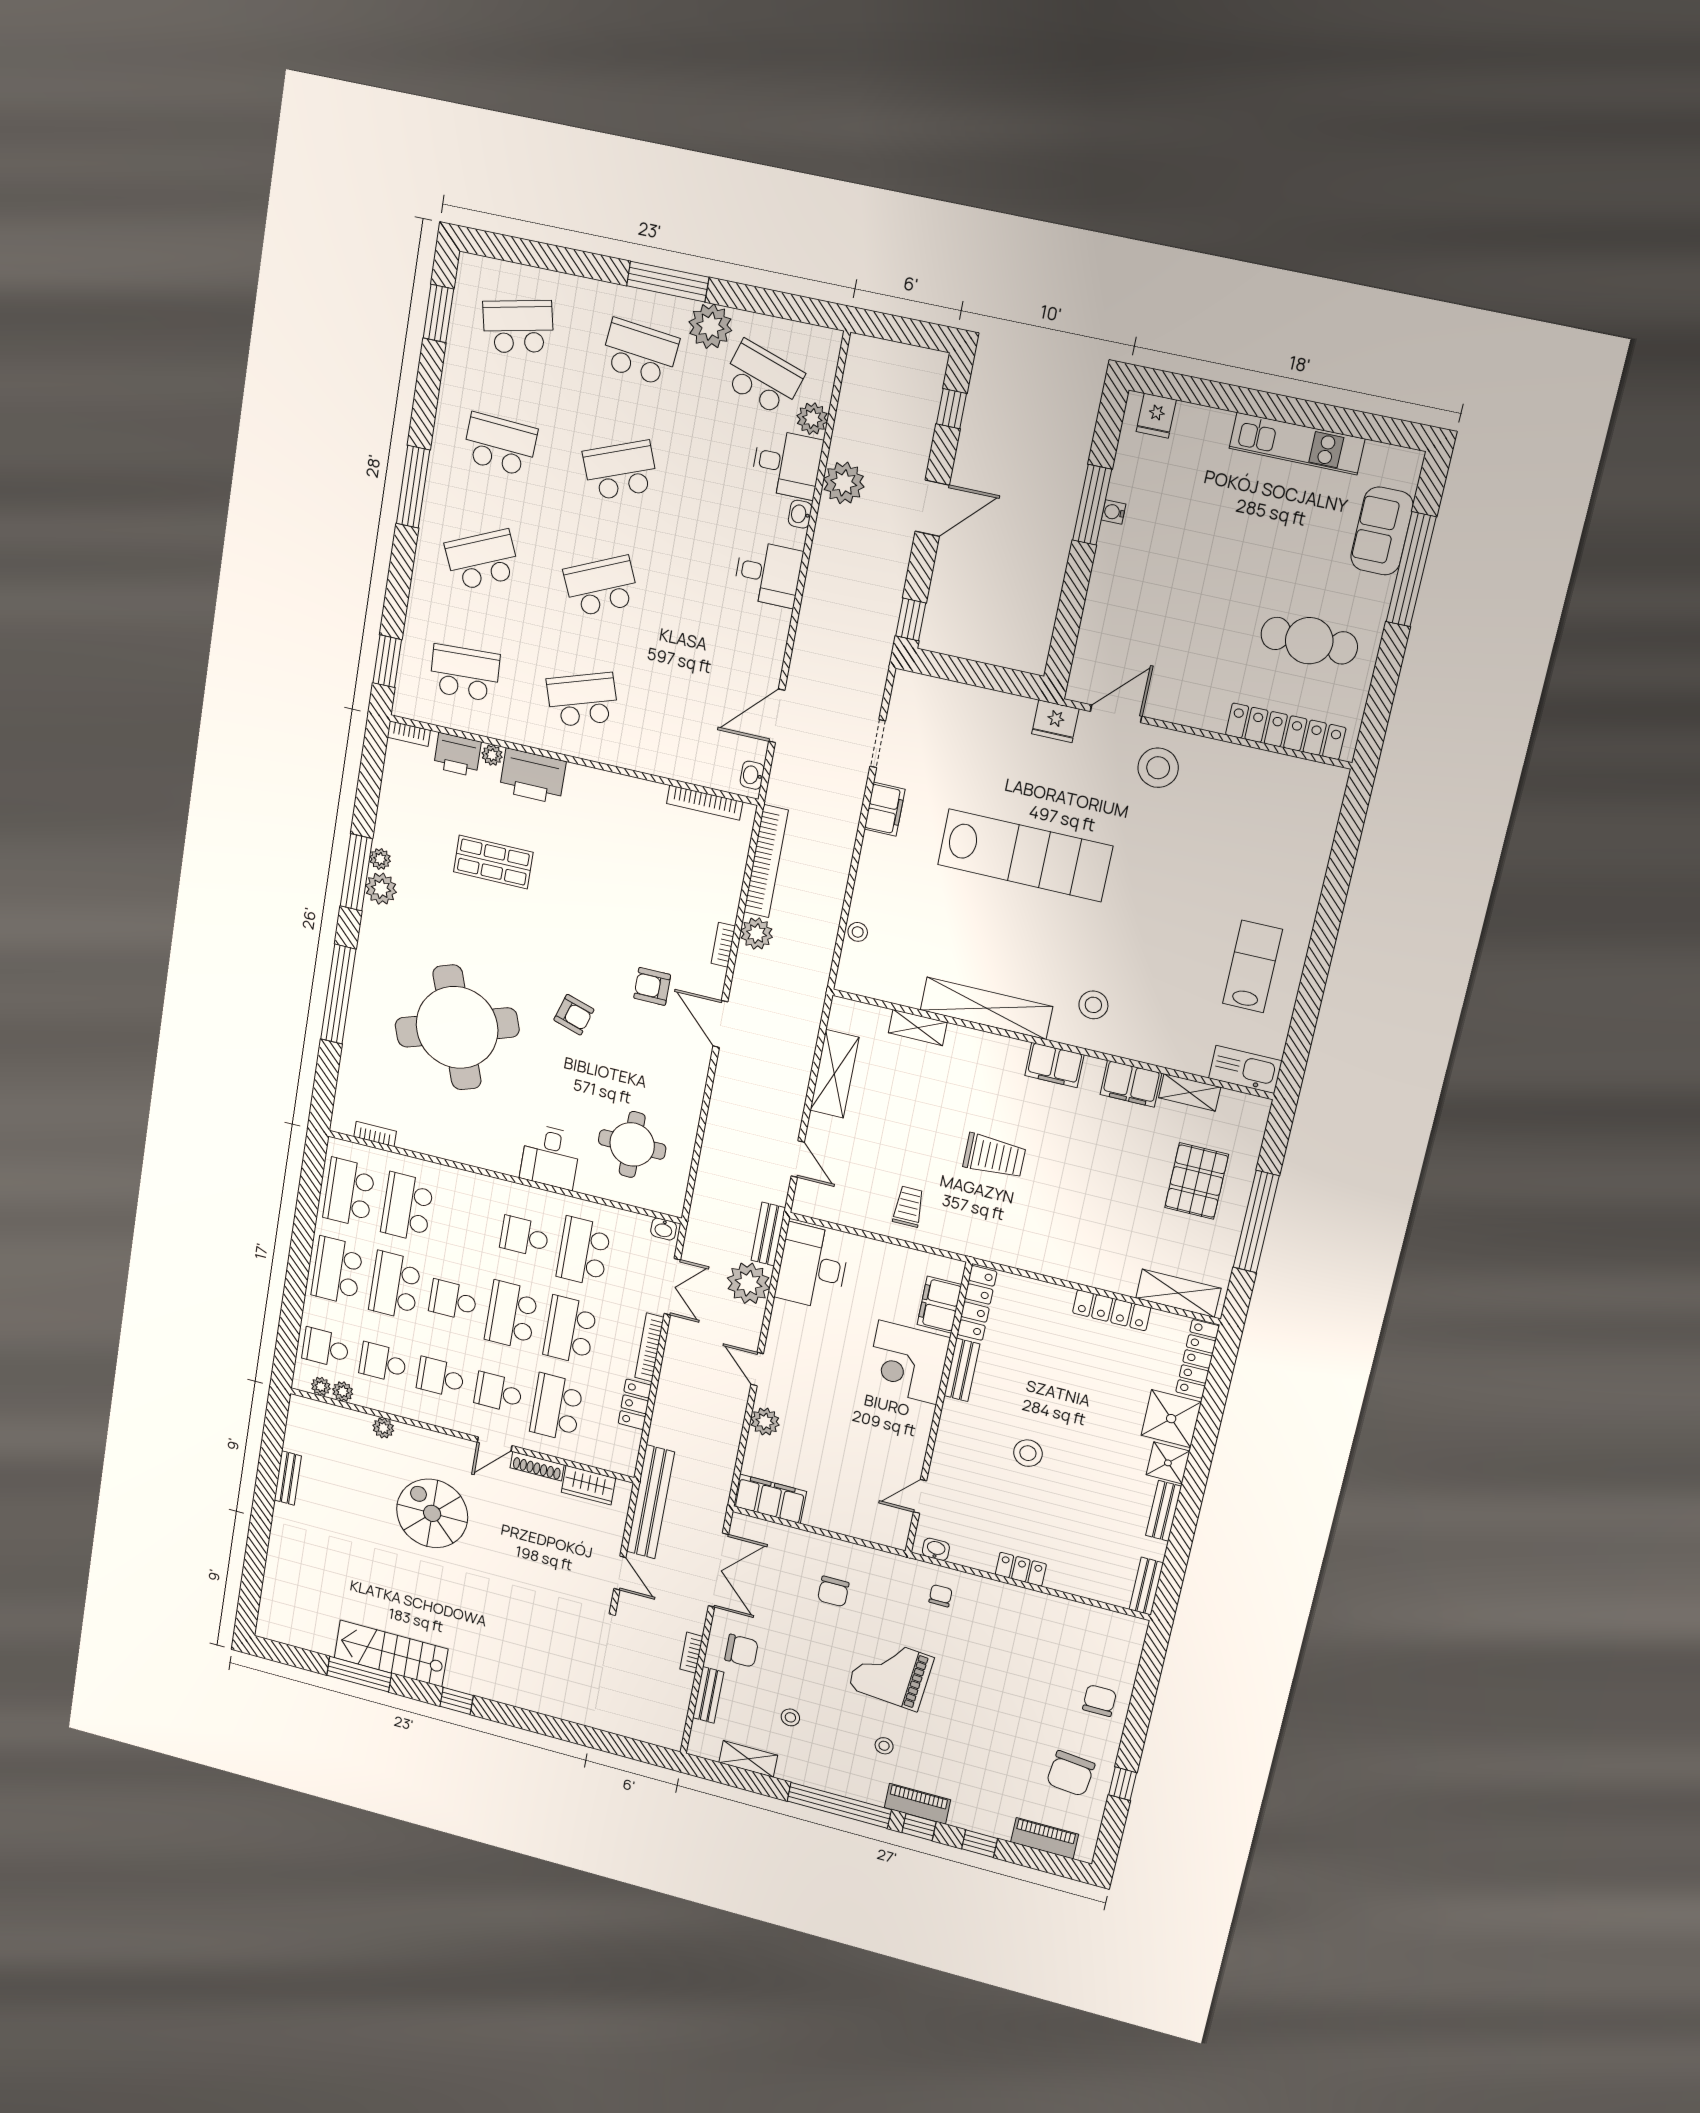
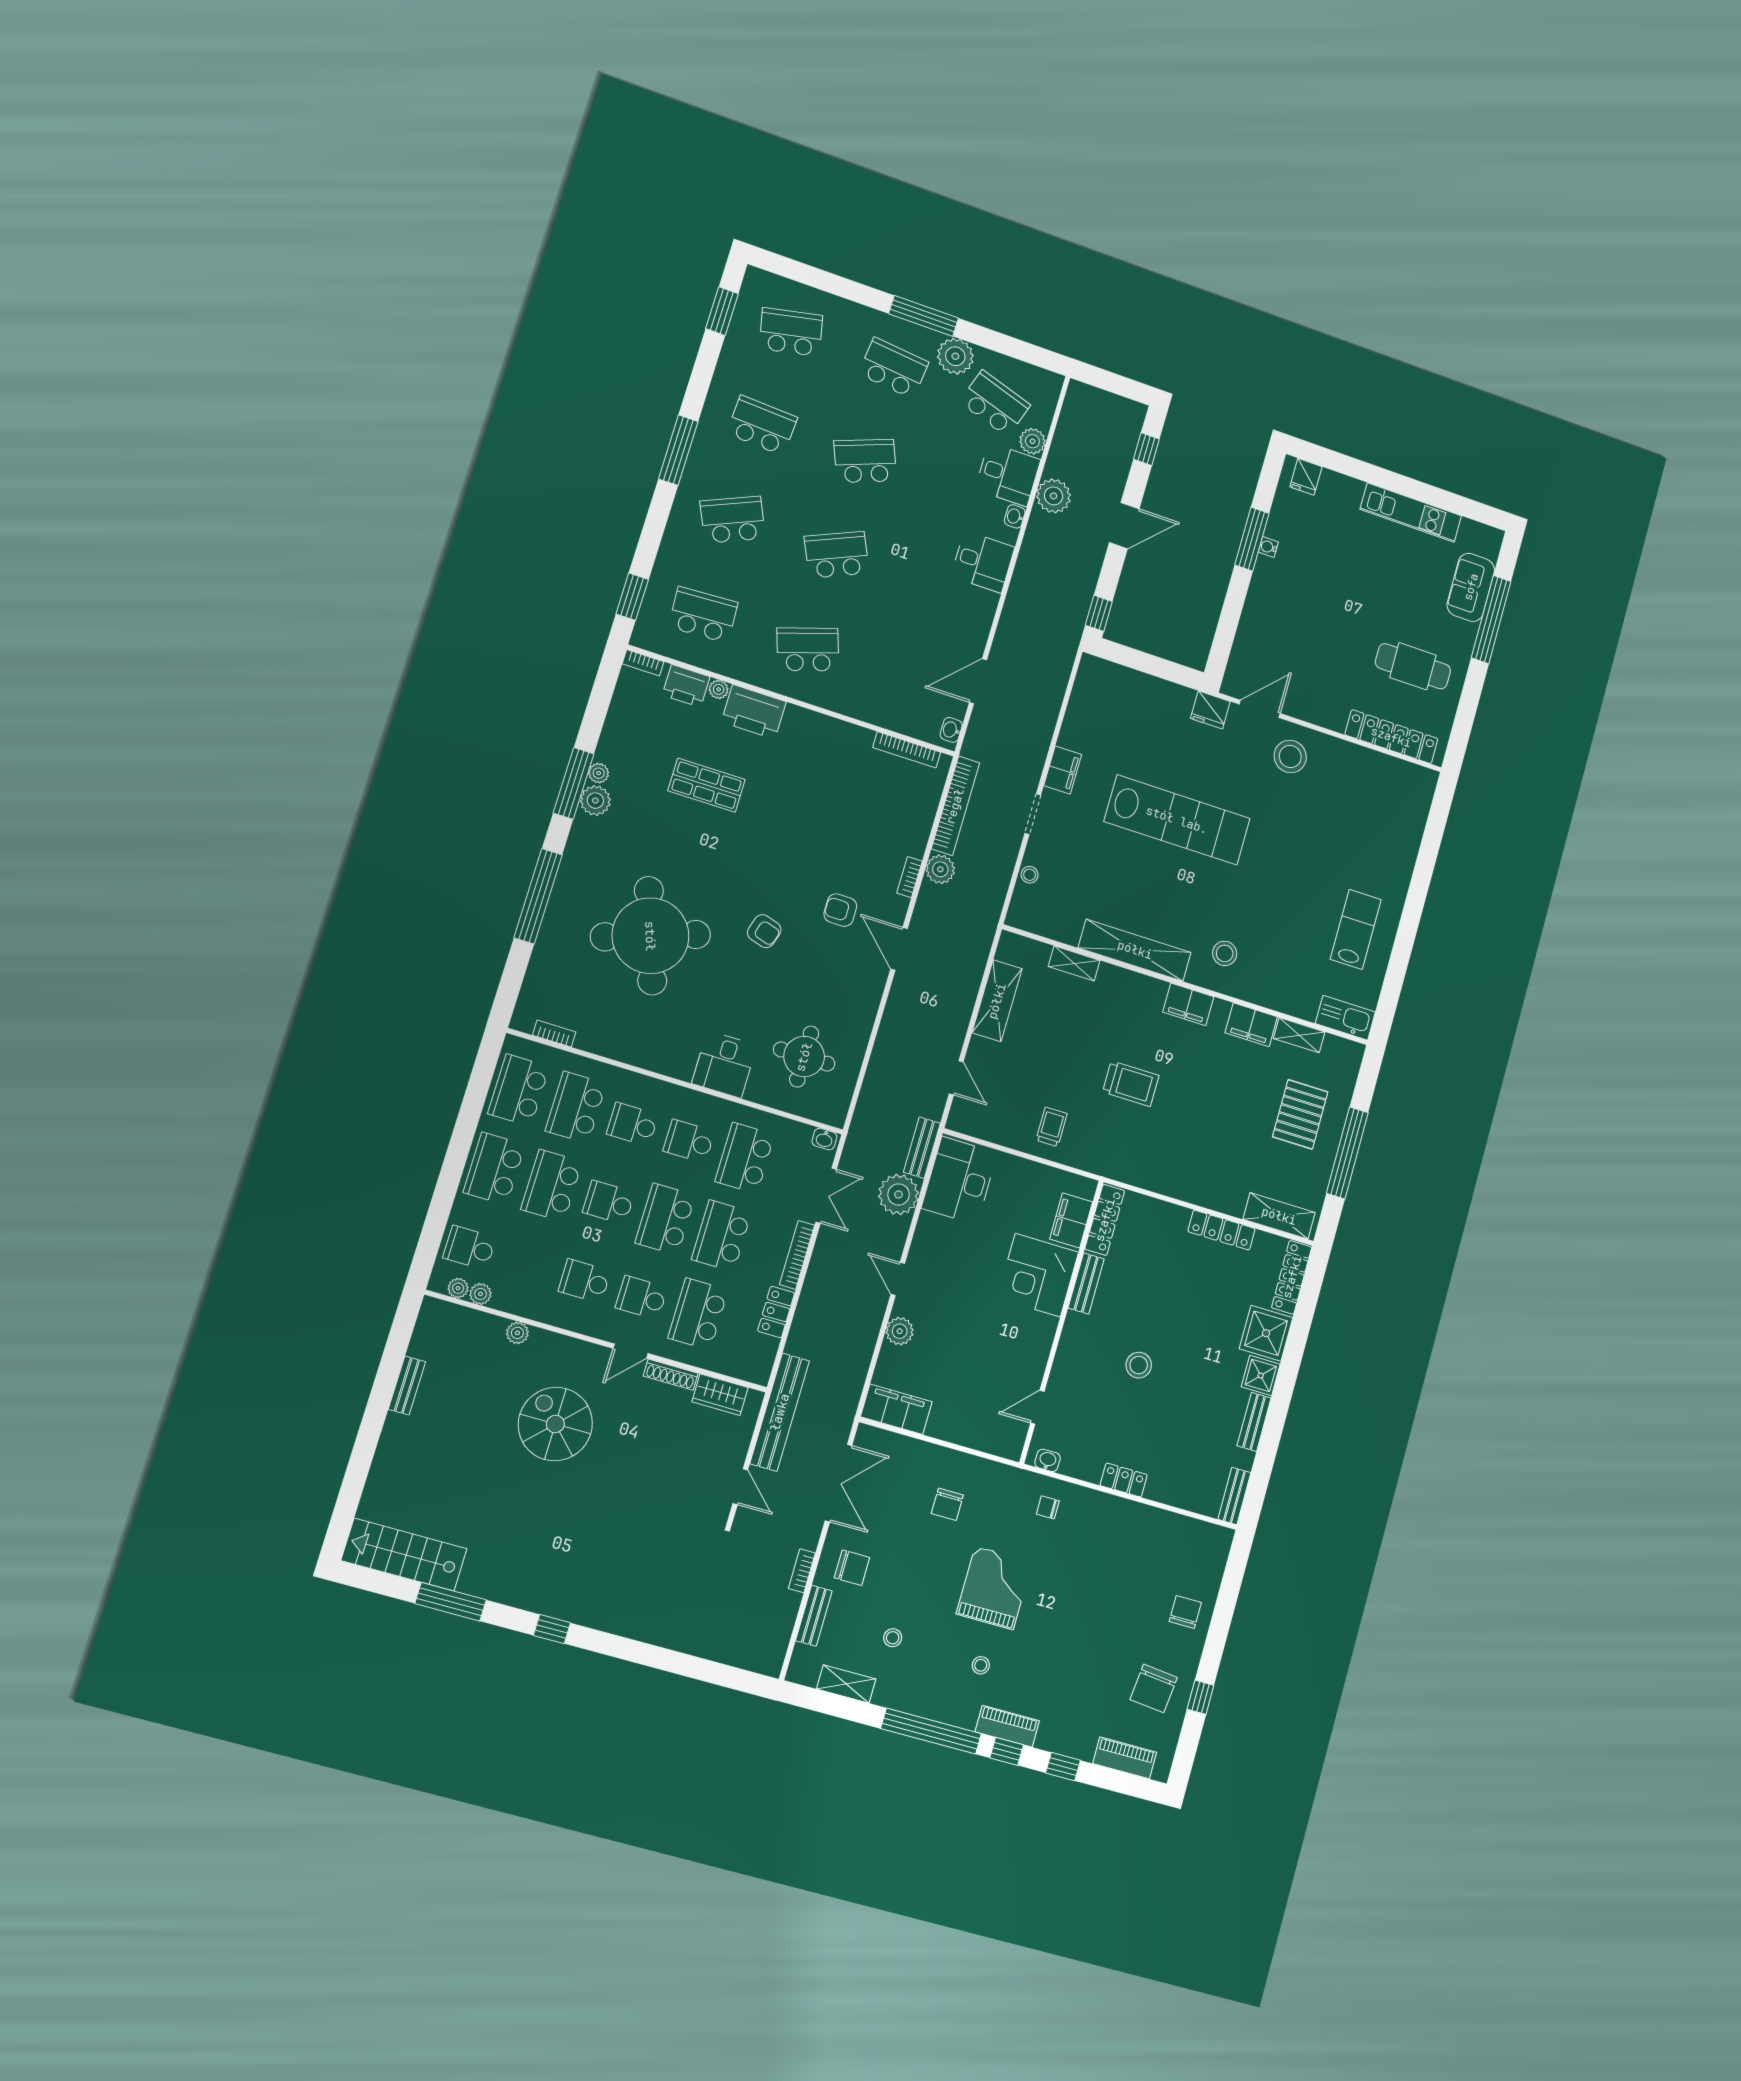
doorway: (878, 744) -> (1033, 814), moved
school desk: (383, 1362) -> (633, 1124), moved
chair: (941, 1596) -> (1048, 1507), turned -90
stairs: (391, 1653) -> (404, 1555), moved
grand piano: (891, 1673) -> (994, 1588), turned 85

